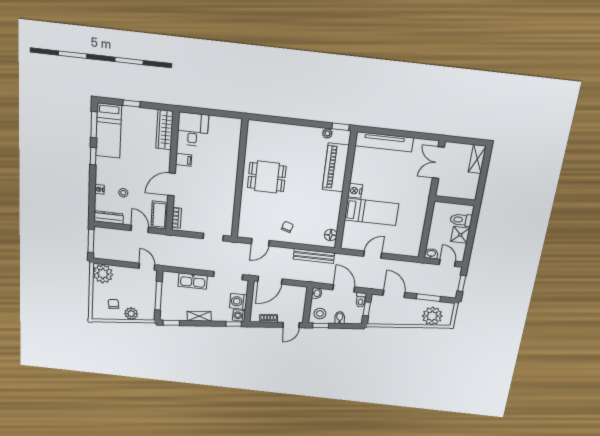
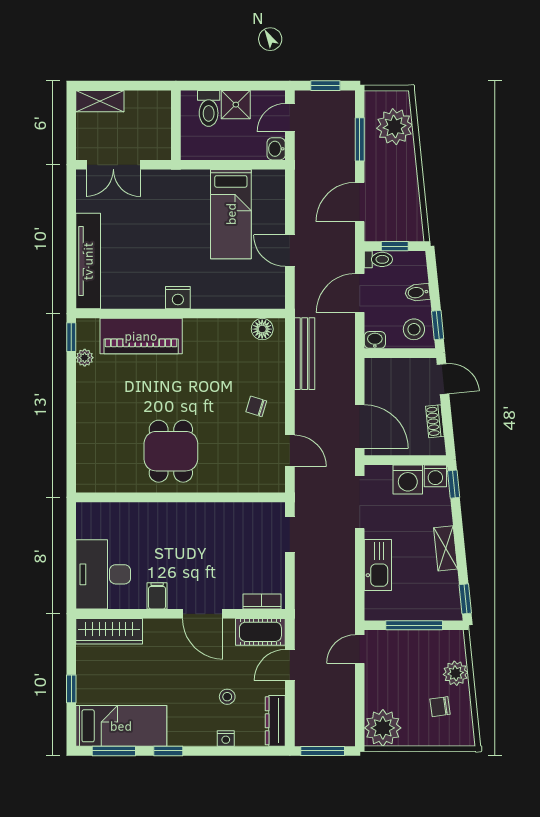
desk: (193, 129) -> (103, 574), width x1.37
bed: (372, 212) -> (231, 214), moved, turned 180

